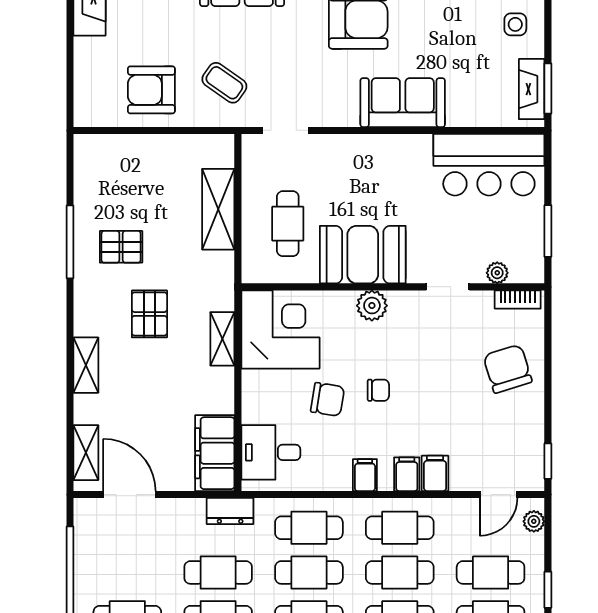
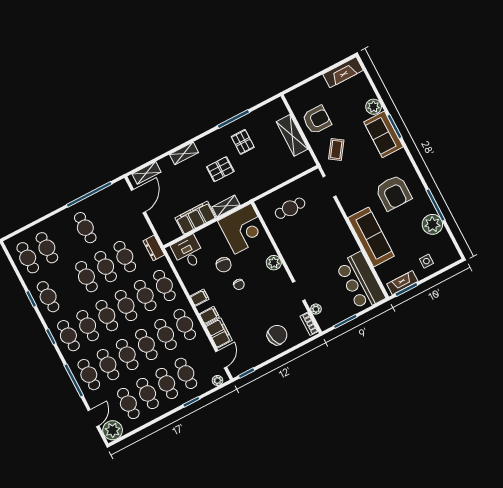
armchair: (151, 90) -> (317, 120), turned 90
sofa: (403, 103) -> (371, 237), width x1.36
shelving: (218, 209) -> (292, 135), moved, turned 90
booth: (363, 255) -> (294, 247), removed
filing cabinet: (215, 453) -> (196, 218), moved
filing cabinet: (435, 473) -> (219, 333), width x2.00
door: (498, 495) -> (221, 359), swing flipped

